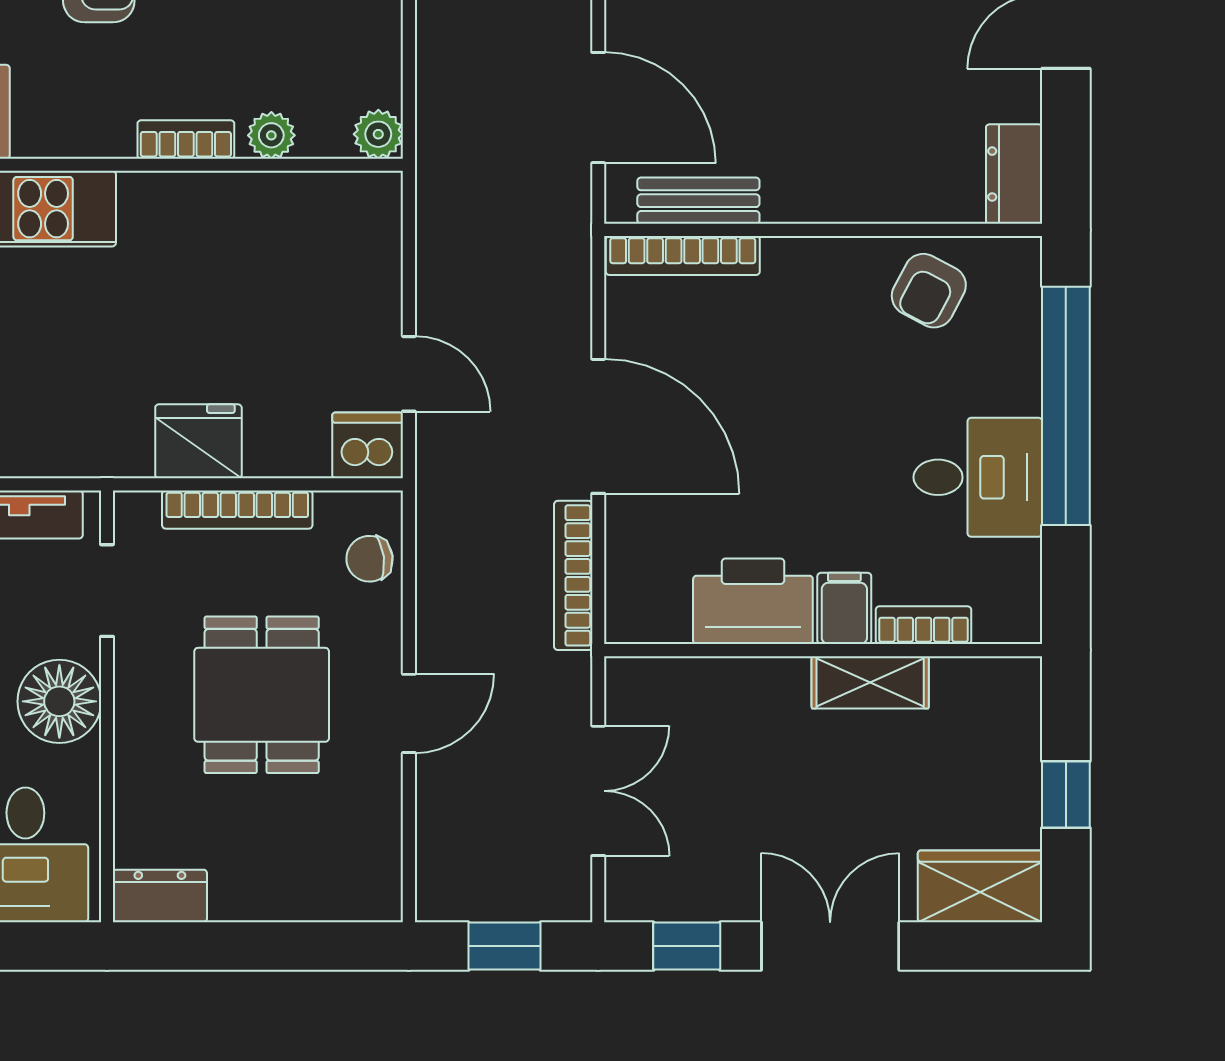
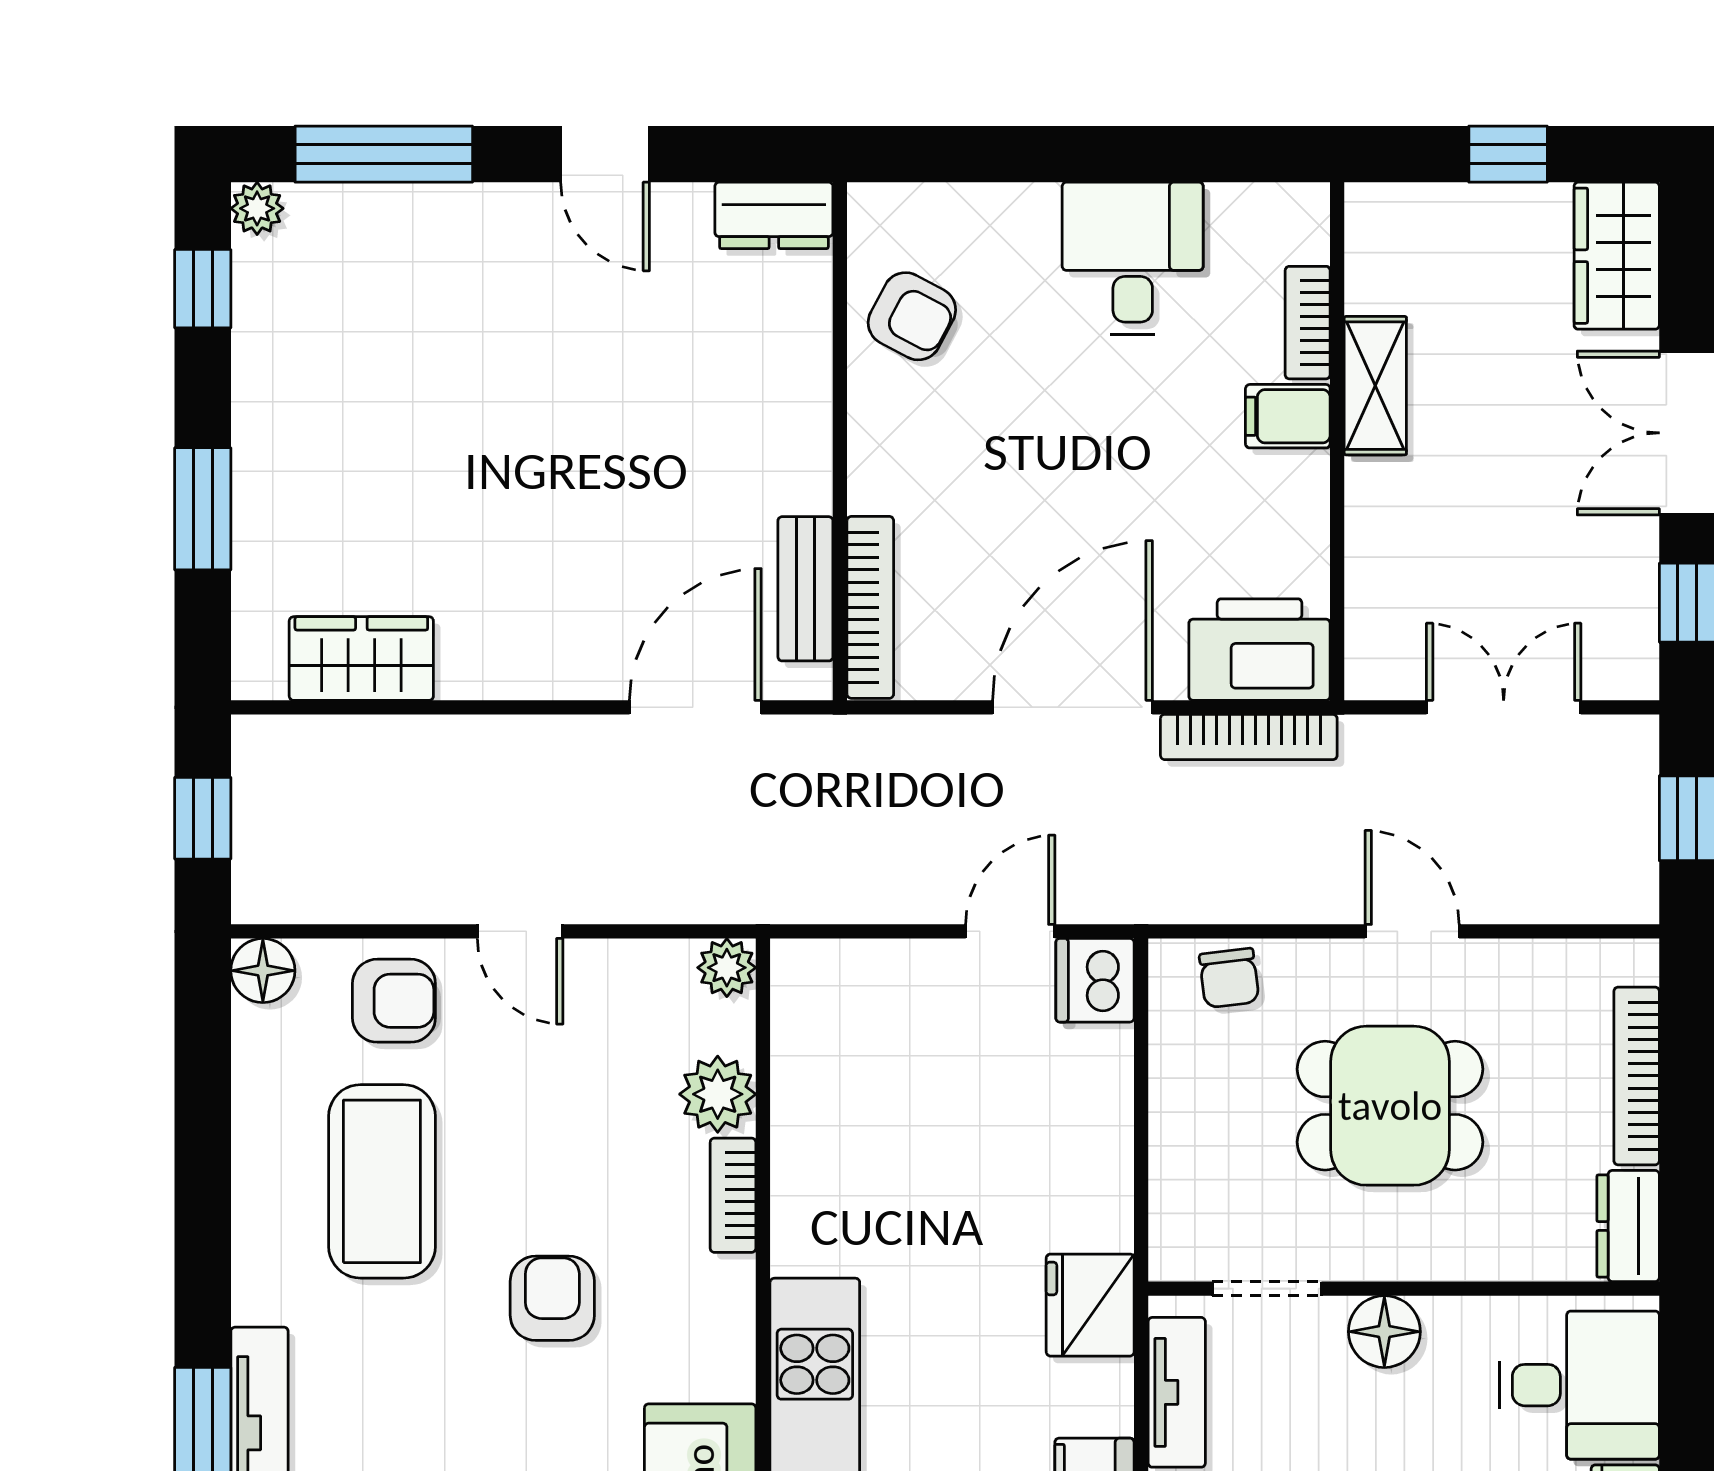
plant: (271, 135) -> (718, 1094), width x1.38, depth x1.38
window: (1066, 406) -> (1048, 154), removed
fridge: (198, 441) -> (1090, 1305), moved
bookcase: (237, 510) -> (1637, 1076), moved, turned 180
printer: (753, 601) -> (1259, 650), moved, turned 90
floor lamp: (59, 701) -> (1384, 1332), width x0.73, depth x0.73

